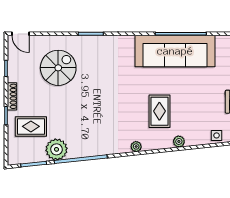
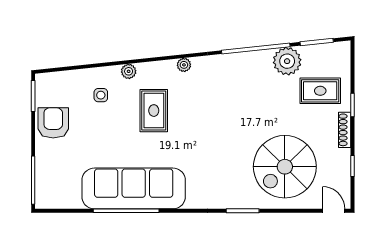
spiral stairs: (58, 68) -> (285, 167), width x1.37, depth x1.37
side table: (217, 135) -> (101, 95), moved

